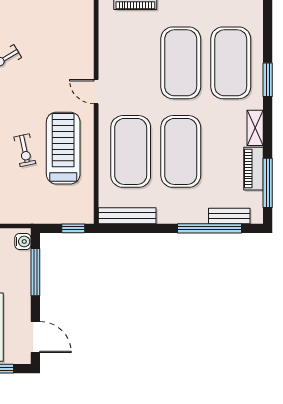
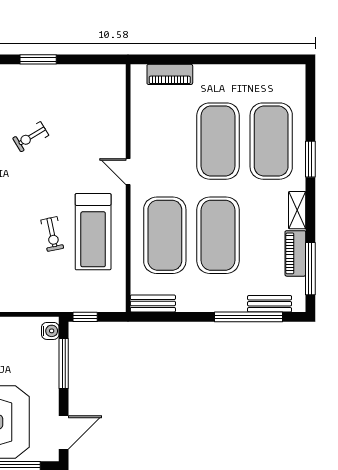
treadmill: (63, 148) -> (93, 232), turned 180
bench: (127, 216) -> (153, 303), width x0.73
window: (73, 228) -> (85, 317), moved
door: (35, 337) -> (64, 433), hinge flipped

